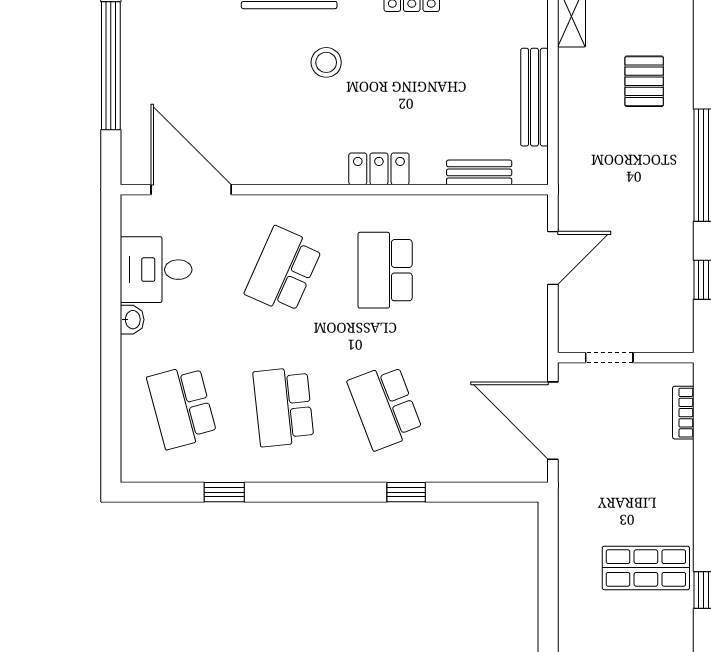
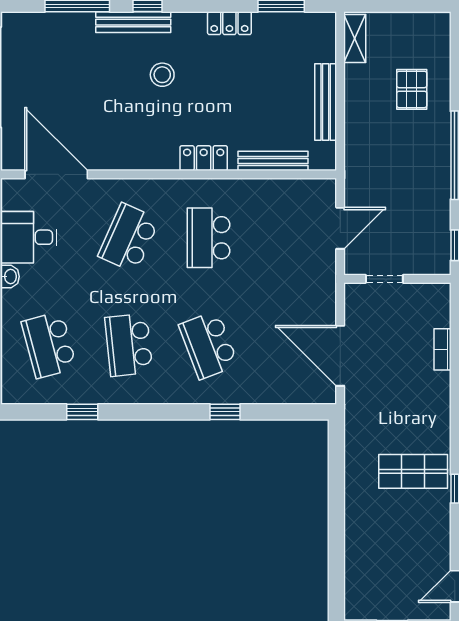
bench: (479, 172) -> (273, 161), width x1.36
doorway: (609, 358) -> (384, 279), moved
wall: (626, 358) -> (397, 279), moved

